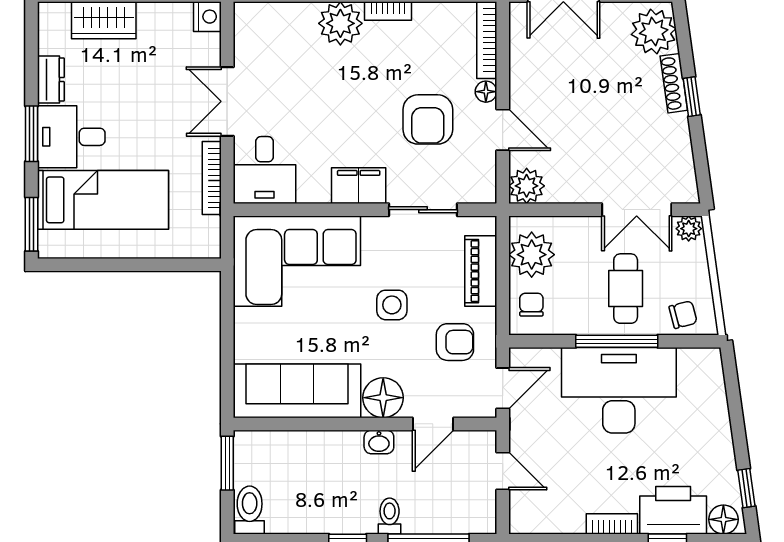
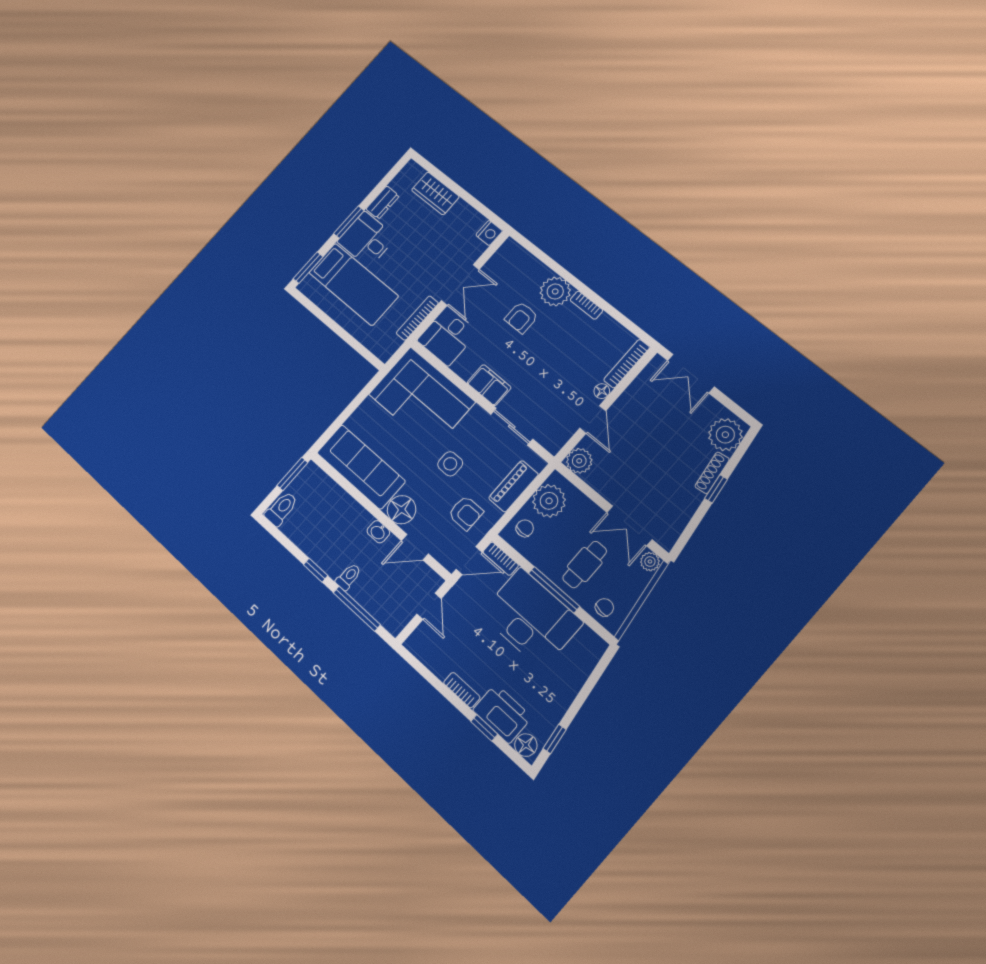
double door: (227, 101) -> (460, 285), swing flipped
armchair: (428, 119) -> (521, 318), moved, width x0.72, depth x0.72
chair: (683, 315) -> (604, 607), turned -68
bookcase: (534, 357) -> (501, 559), added

